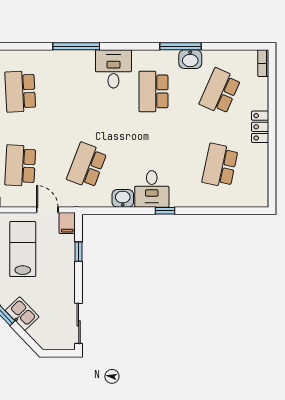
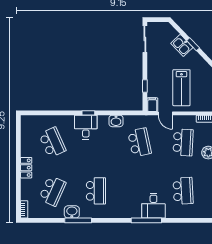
desk: (113, 69) -> (153, 206), moved
school desk: (87, 166) -> (139, 142), turned -33
school desk: (220, 166) -> (52, 142), turned -36
desk: (152, 189) -> (86, 127), moved

